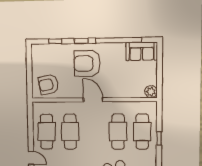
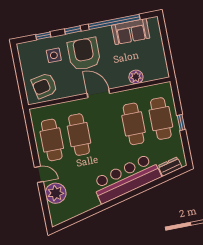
sofa: (142, 51) -> (131, 32), moved
side table: (61, 60) -> (54, 55), added
armchair: (87, 64) -> (84, 54), turned 90
plant: (151, 92) -> (136, 77), moved

